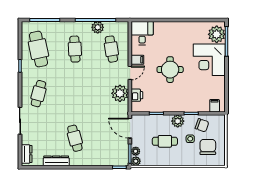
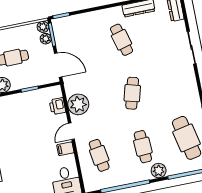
plant: (98, 27) -> (159, 171), moved
round table: (170, 70) -> (24, 145), removed
cafe table: (38, 94) -> (132, 93), moved

